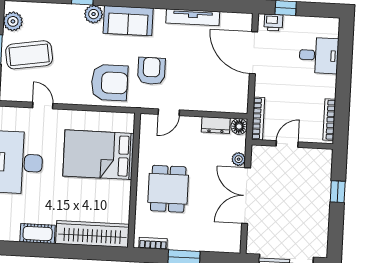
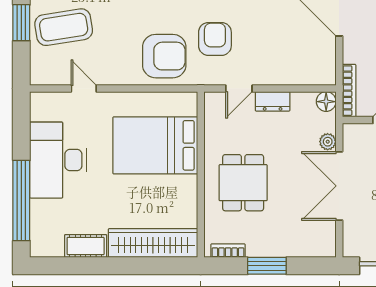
dresser: (216, 125) -> (273, 101), moved

